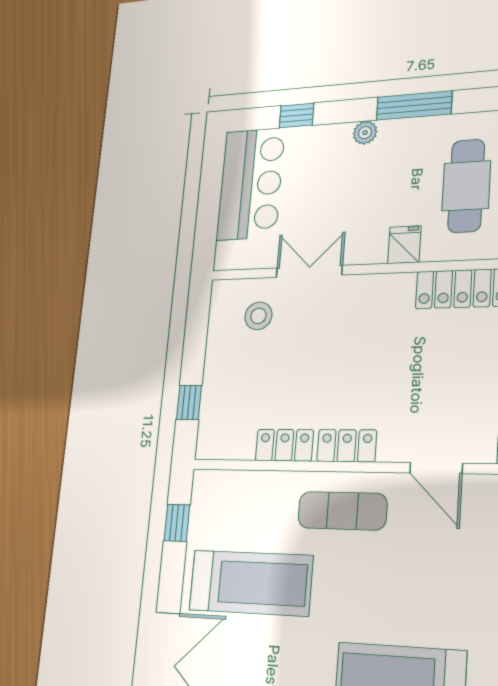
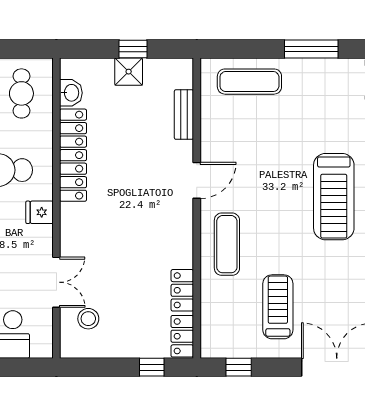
double door: (309, 271) -> (56, 282), swing flipped
locker: (347, 446) -> (182, 336), moved
treadmill: (251, 583) -> (278, 307), width x0.73, depth x0.73

